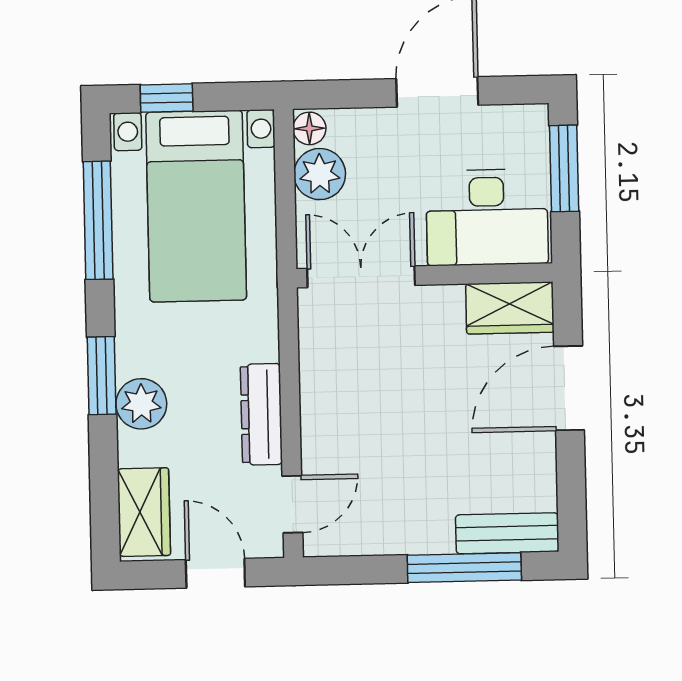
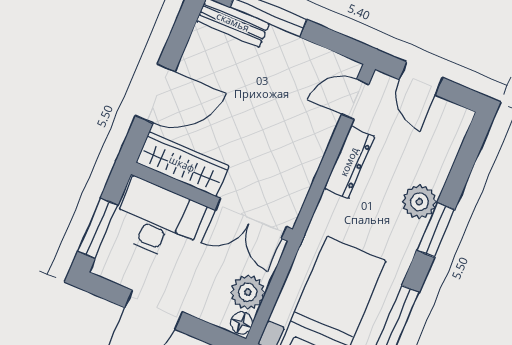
wardrobe: (510, 308) -> (182, 164), width x1.50
wardrobe: (144, 512) -> (448, 135), removed

